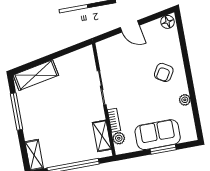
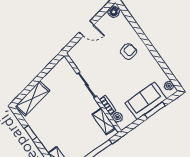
armchair: (164, 72) -> (129, 52), turned -132
plant: (185, 100) -> (169, 86), moved
window: (17, 112) -> (31, 133), width x0.46

